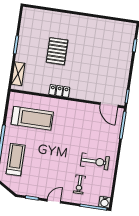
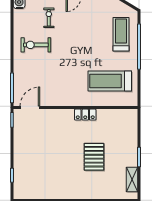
shelving: (18, 74) -> (132, 179), moved
door: (109, 105) -> (30, 108), hinge flipped
treadmill: (16, 160) -> (121, 34), turned 180

